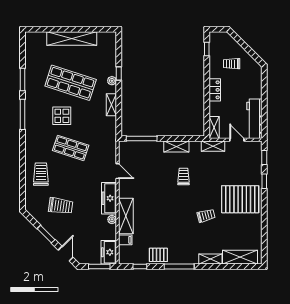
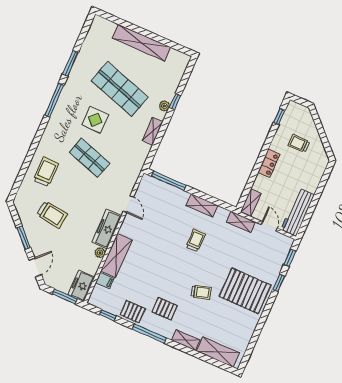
pallet: (183, 241) -> (165, 309), added

